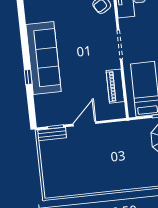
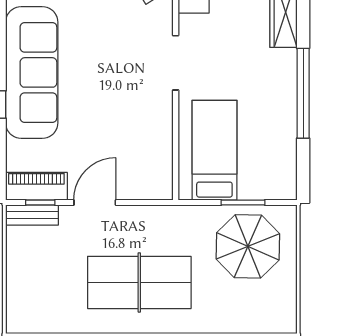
piano: (115, 86) -> (36, 186), moved, turned 90
table tennis table: (113, 164) -> (139, 282), added

